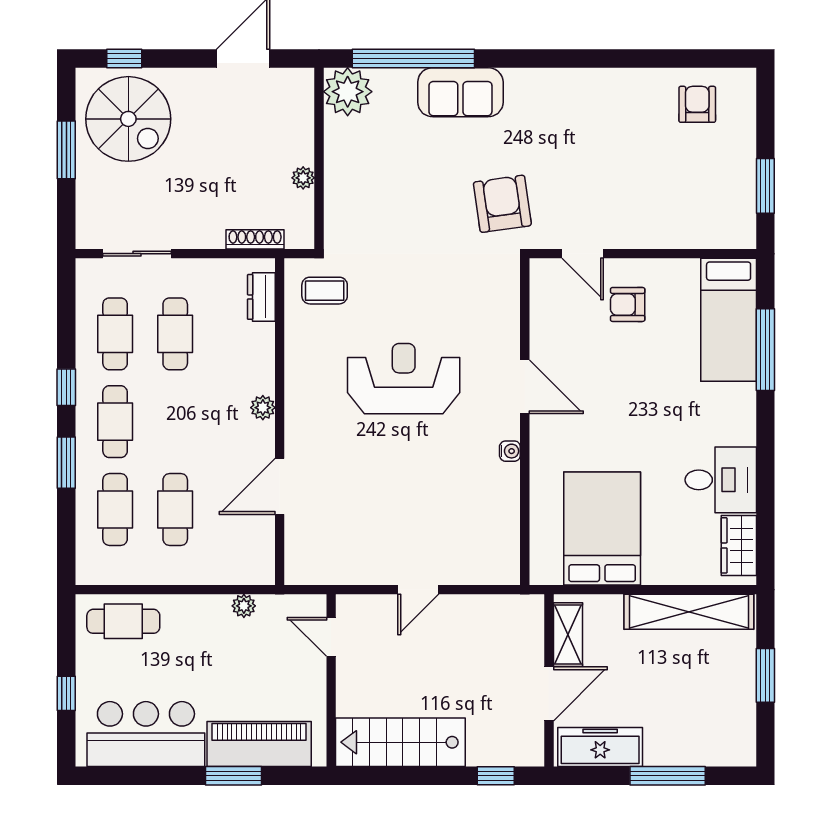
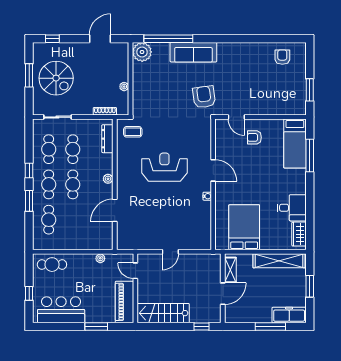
sofa: (460, 92) -> (193, 52), width x1.36
spiral stairs: (128, 119) -> (56, 78), moved
dresser: (261, 297) -> (107, 139), width x1.44
cafe table: (175, 509) -> (73, 184), moved
piano: (259, 744) -> (124, 302), moved, turned -90
freezer: (600, 747) -> (289, 315), moved

